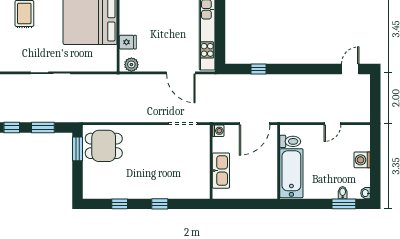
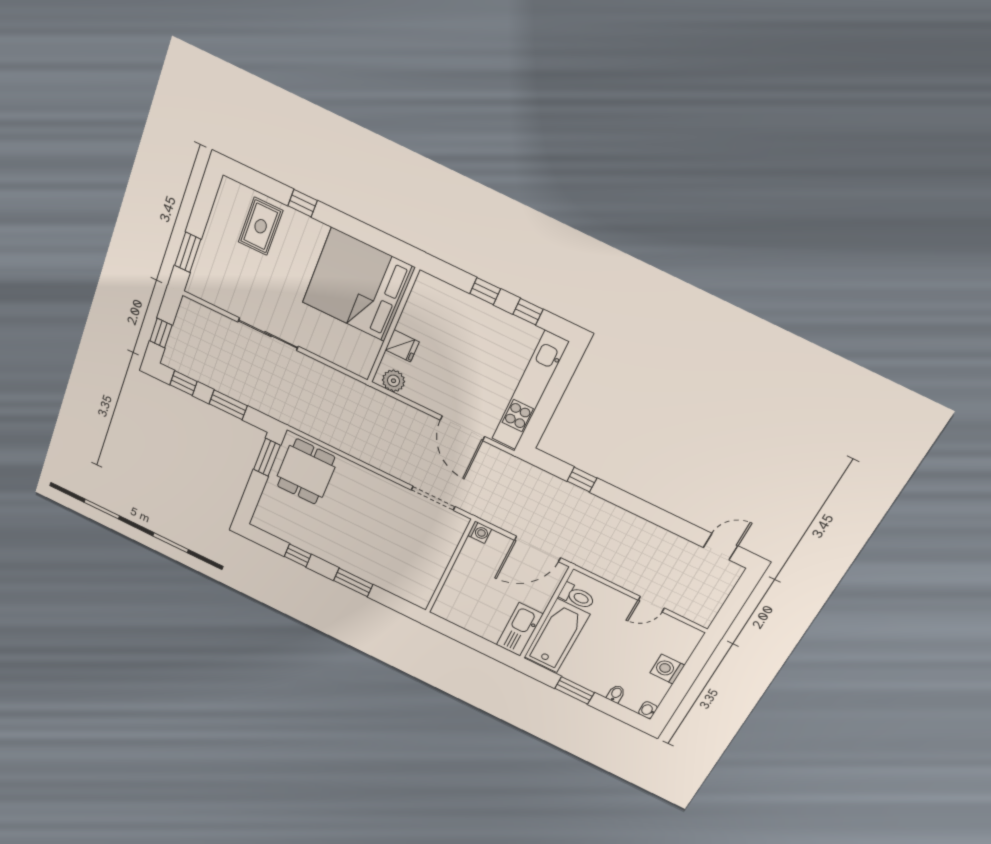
dining table: (104, 146) -> (306, 472), turned 90
kitchen sink: (221, 171) -> (520, 629), moved, turned 180
window: (160, 204) -> (353, 582), width x1.50
window: (344, 204) -> (575, 690), moved

